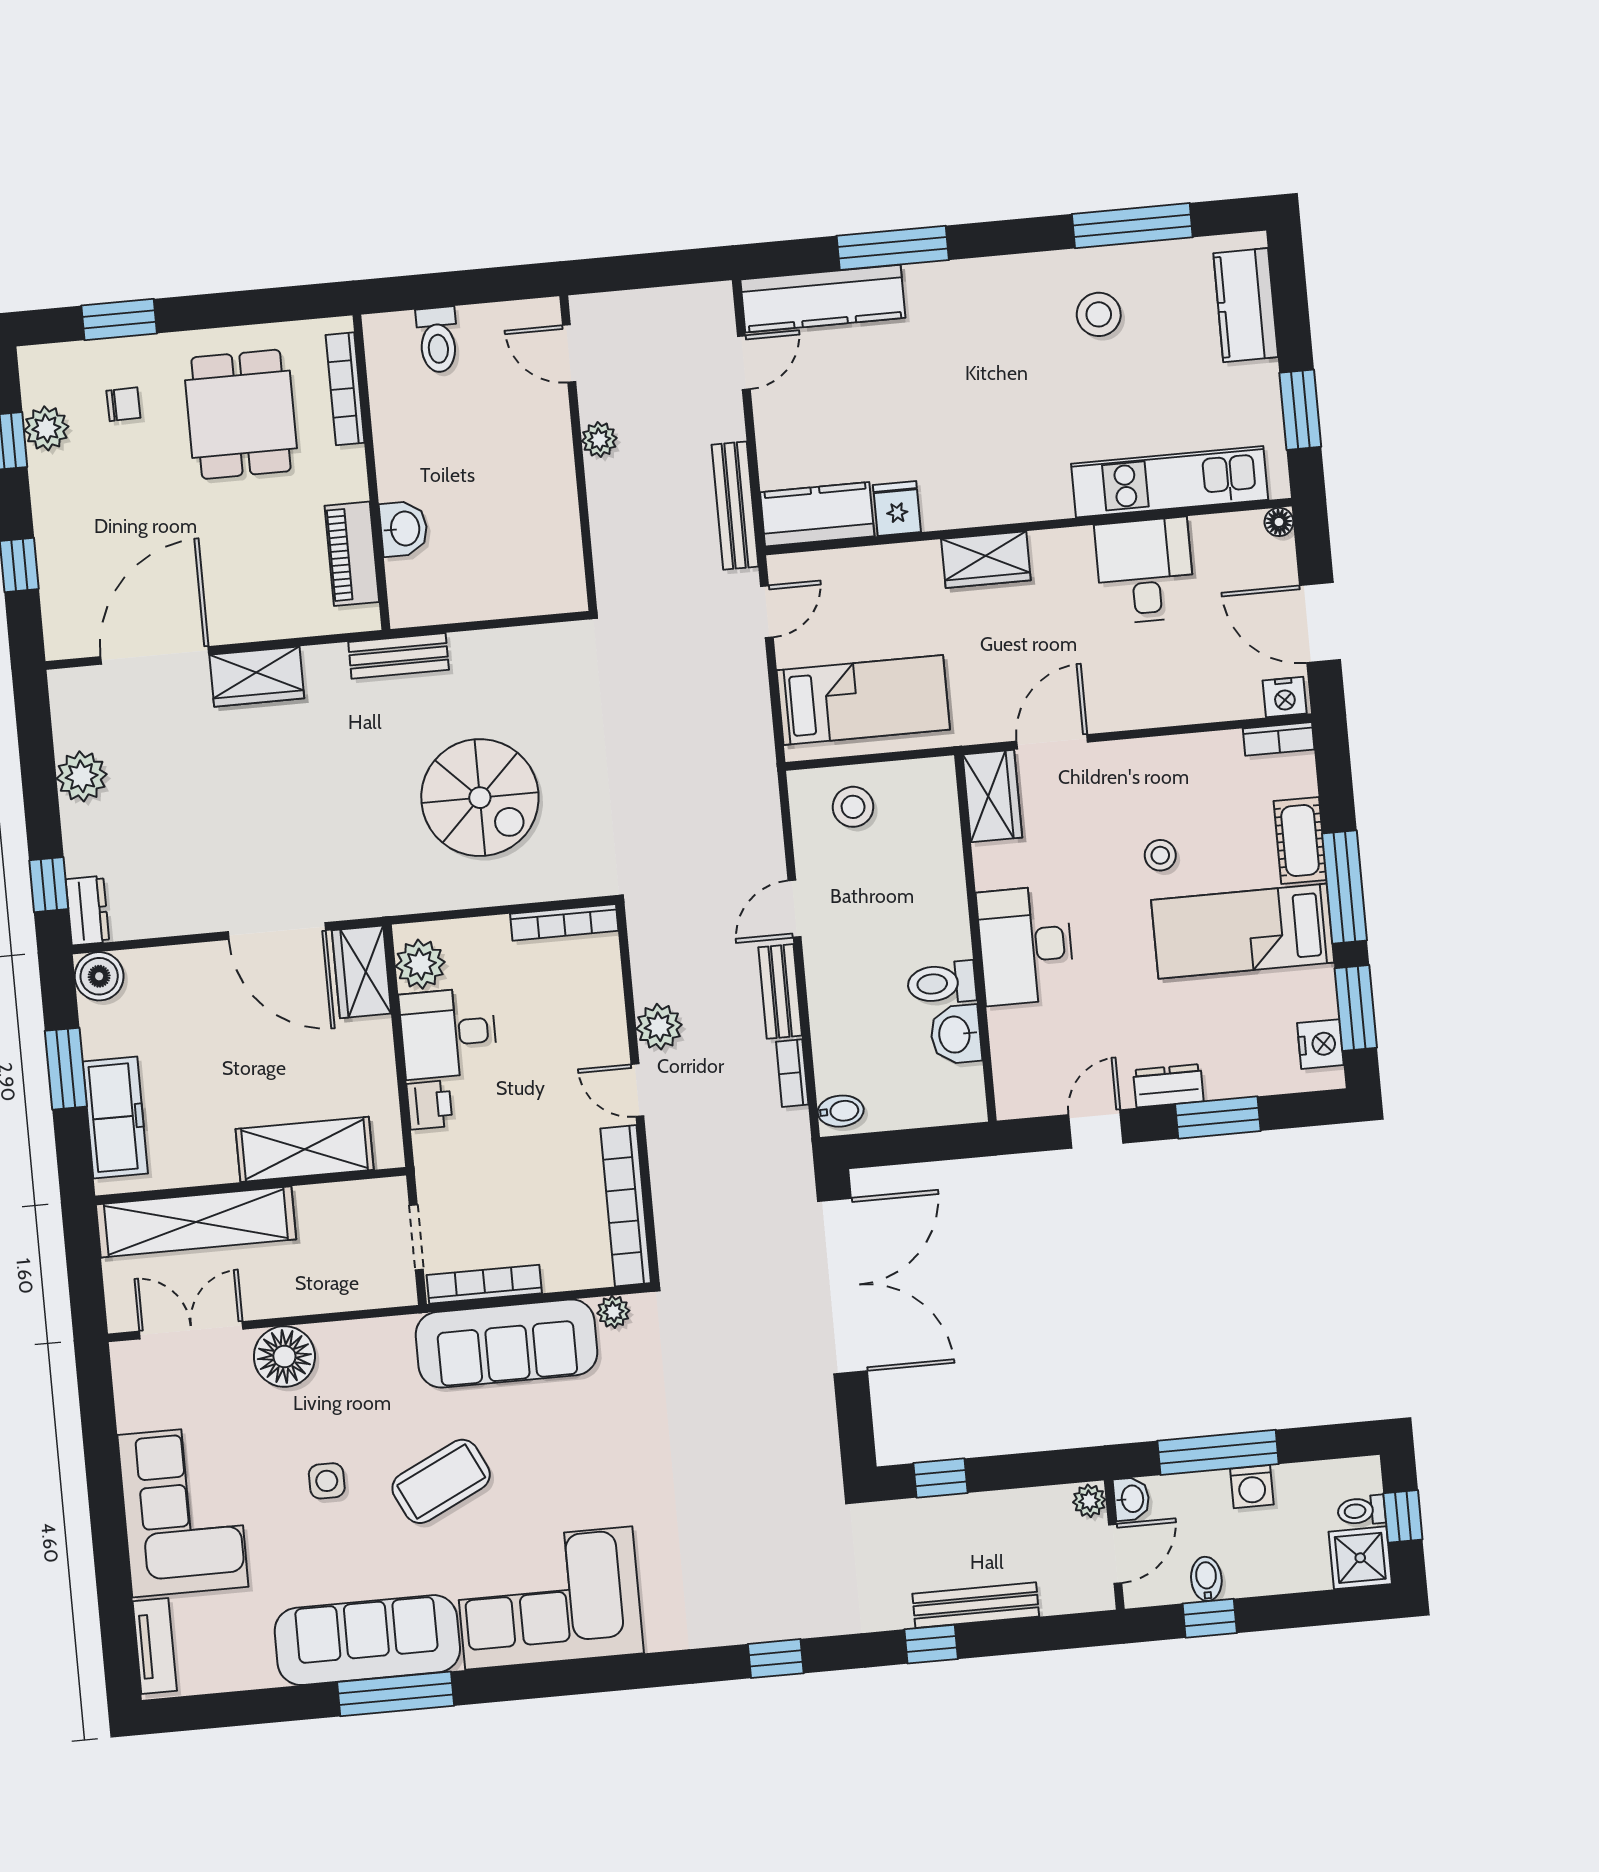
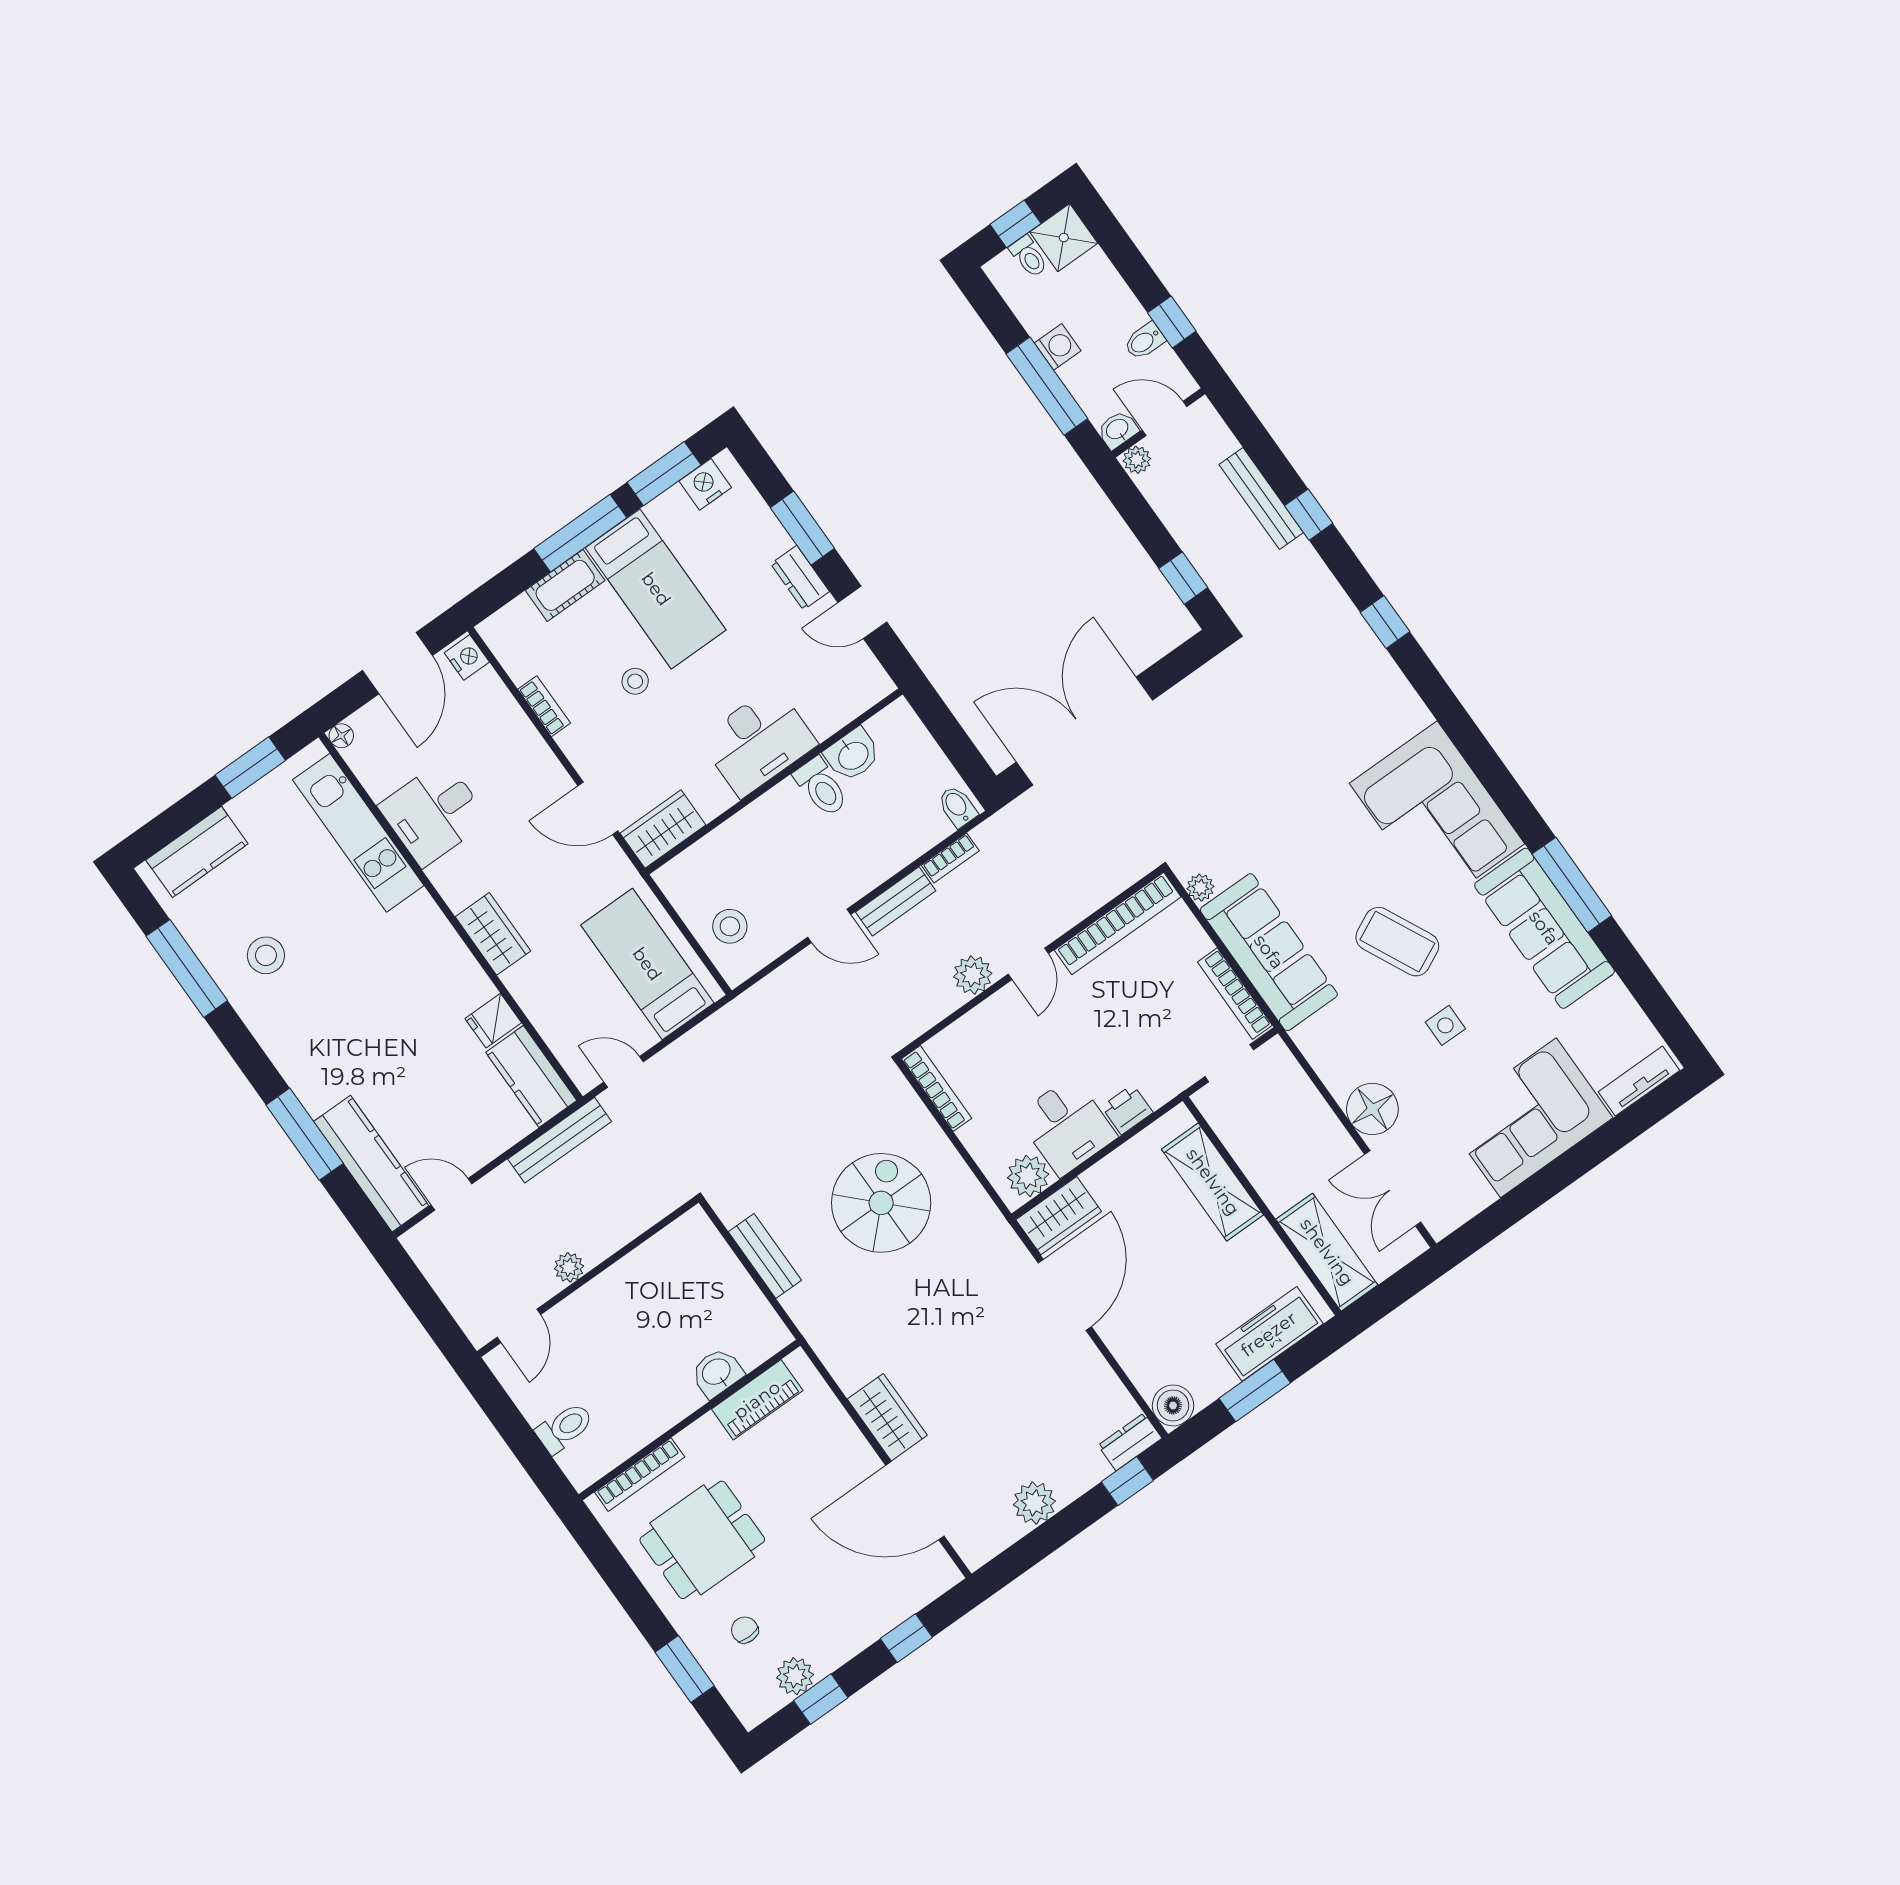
bench: (399, 656) -> (765, 1256), moved
bookcase: (1279, 739) -> (544, 706), moved
shelving: (196, 1222) -> (1327, 1252), width x0.68

